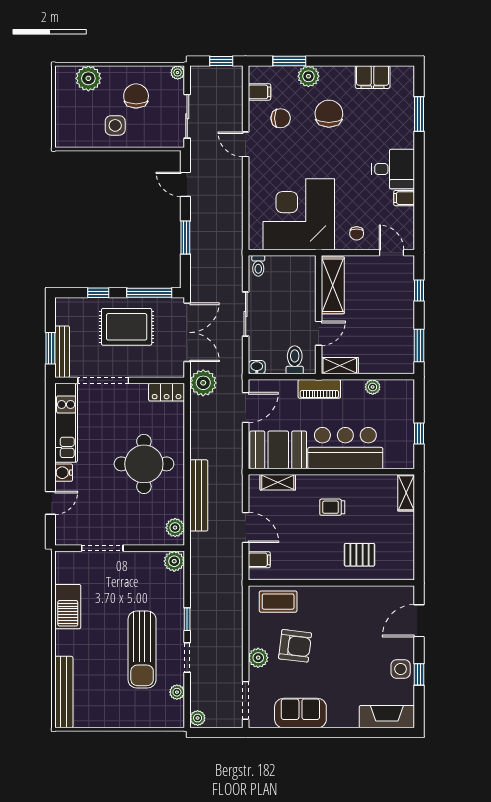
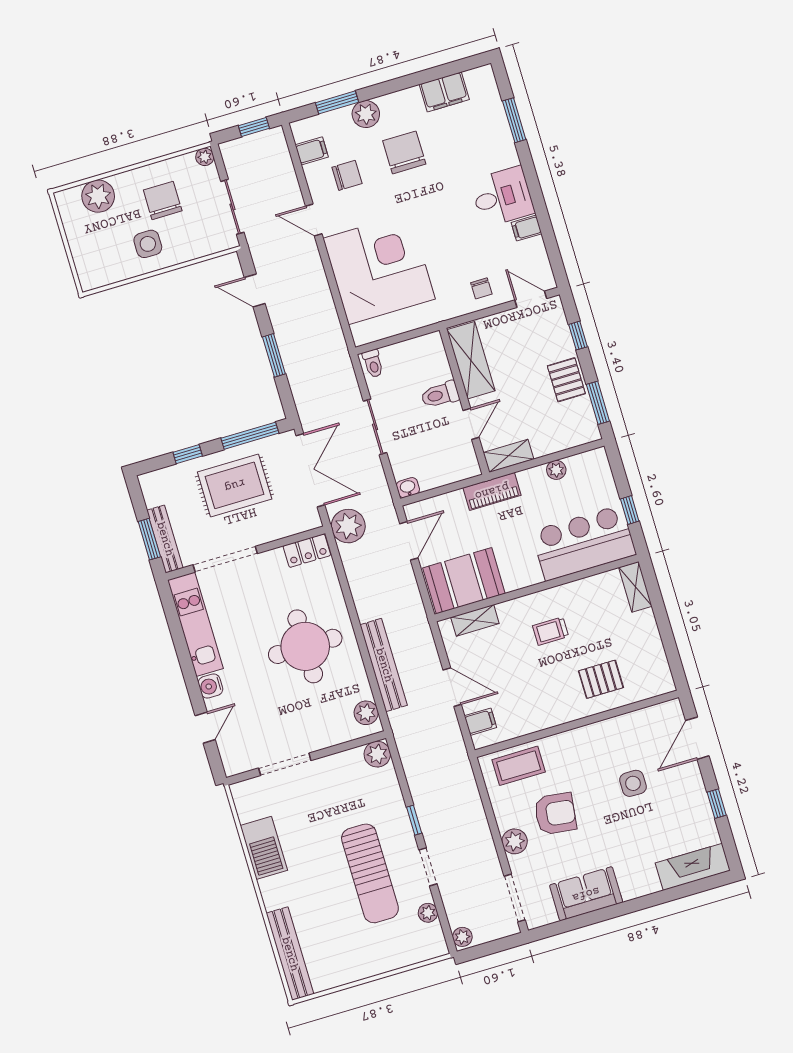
corner desk: (299, 214) -> (379, 269), moved, turned 90
pallet: (400, 321) -> (566, 380), added
toilet: (295, 360) -> (440, 395), moved, turned -90
bar counter: (345, 448) -> (584, 543), moved
side table: (401, 669) -> (633, 783), moved

